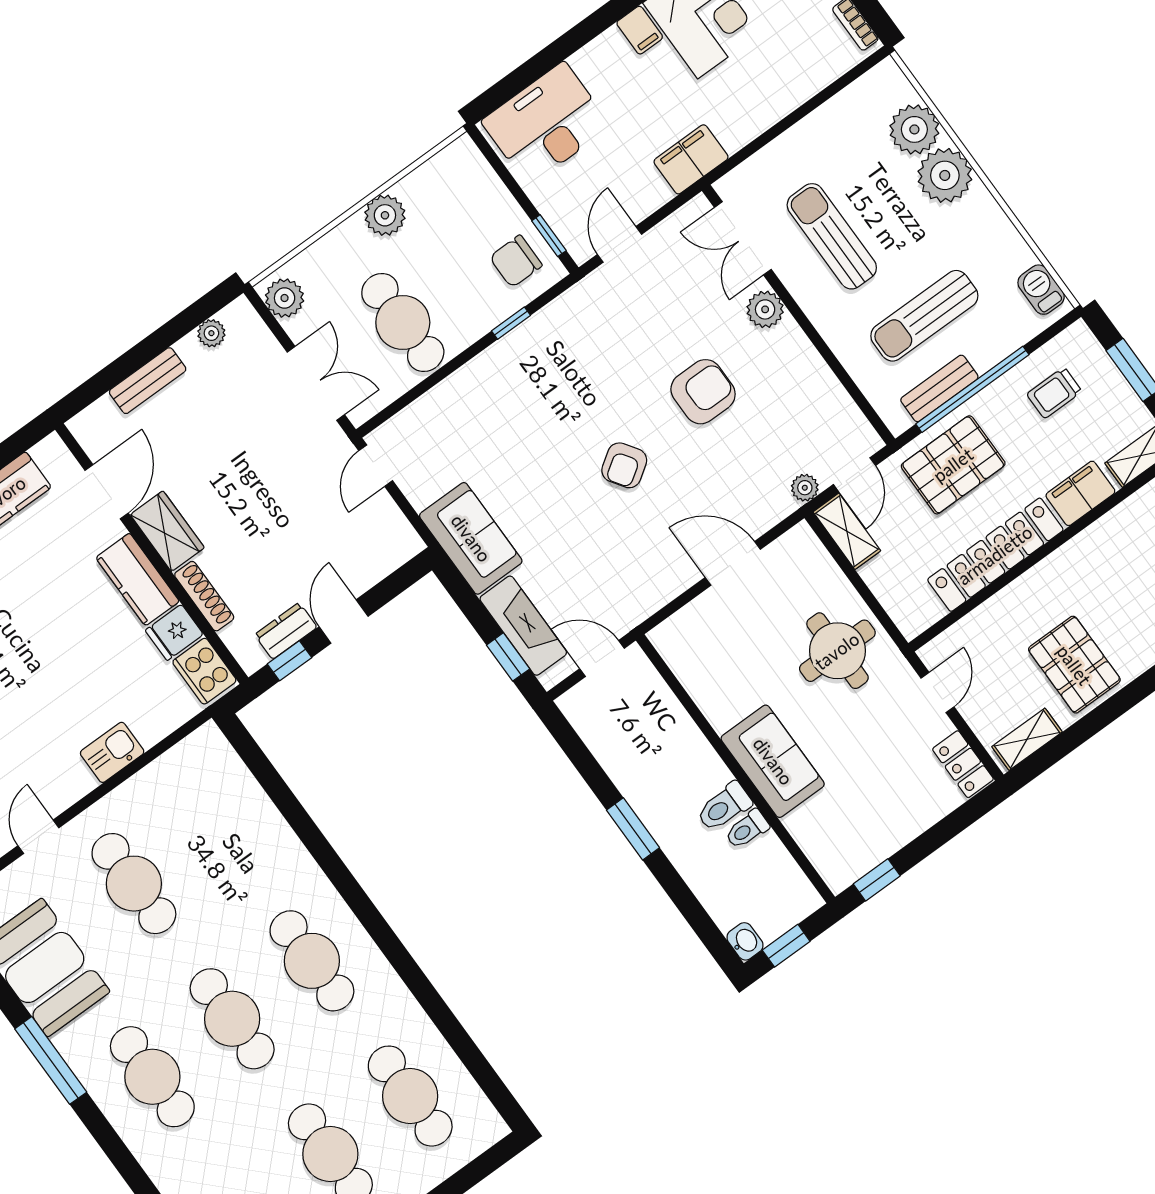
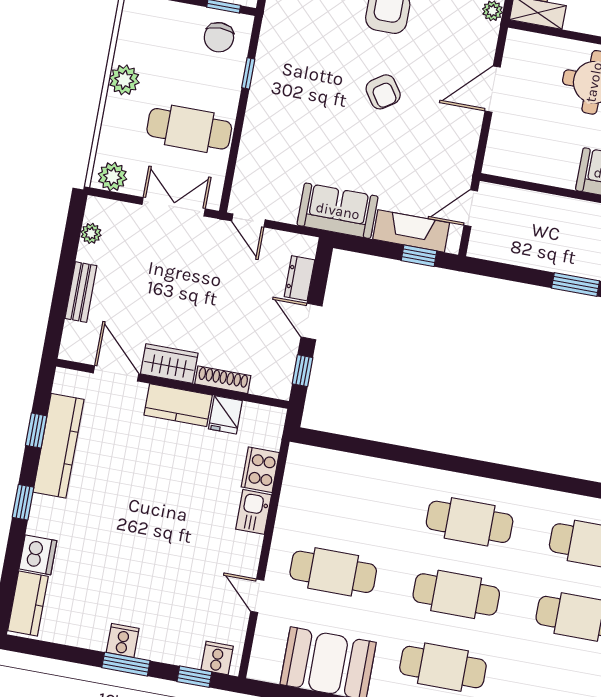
dresser: (286, 631) -> (299, 278), moved
cooker: (204, 671) -> (260, 470), moved, turned 90

